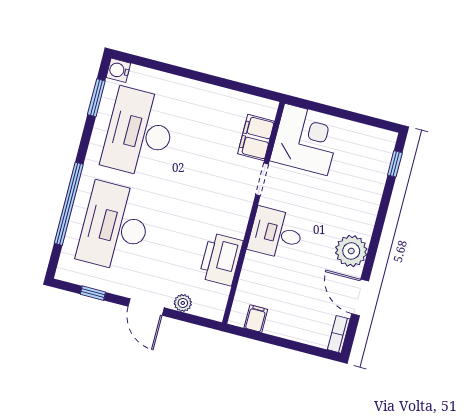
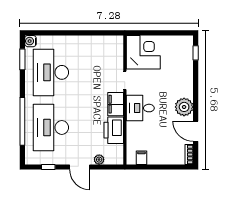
filing cabinet: (256, 137) -> (116, 104), moved

